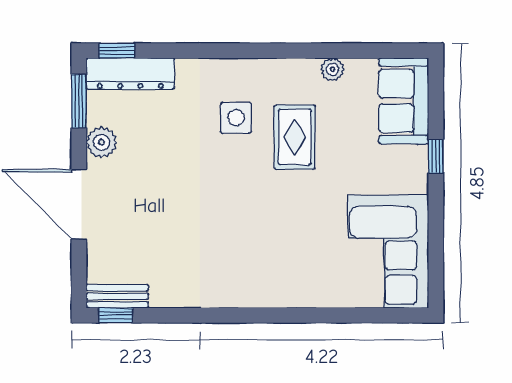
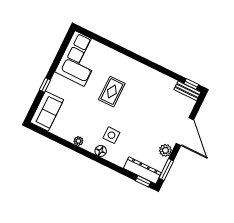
plant: (332, 69) -> (78, 141), moved
floor lamp: (243, 71) -> (101, 151), added
rug: (295, 137) -> (112, 92), moved

